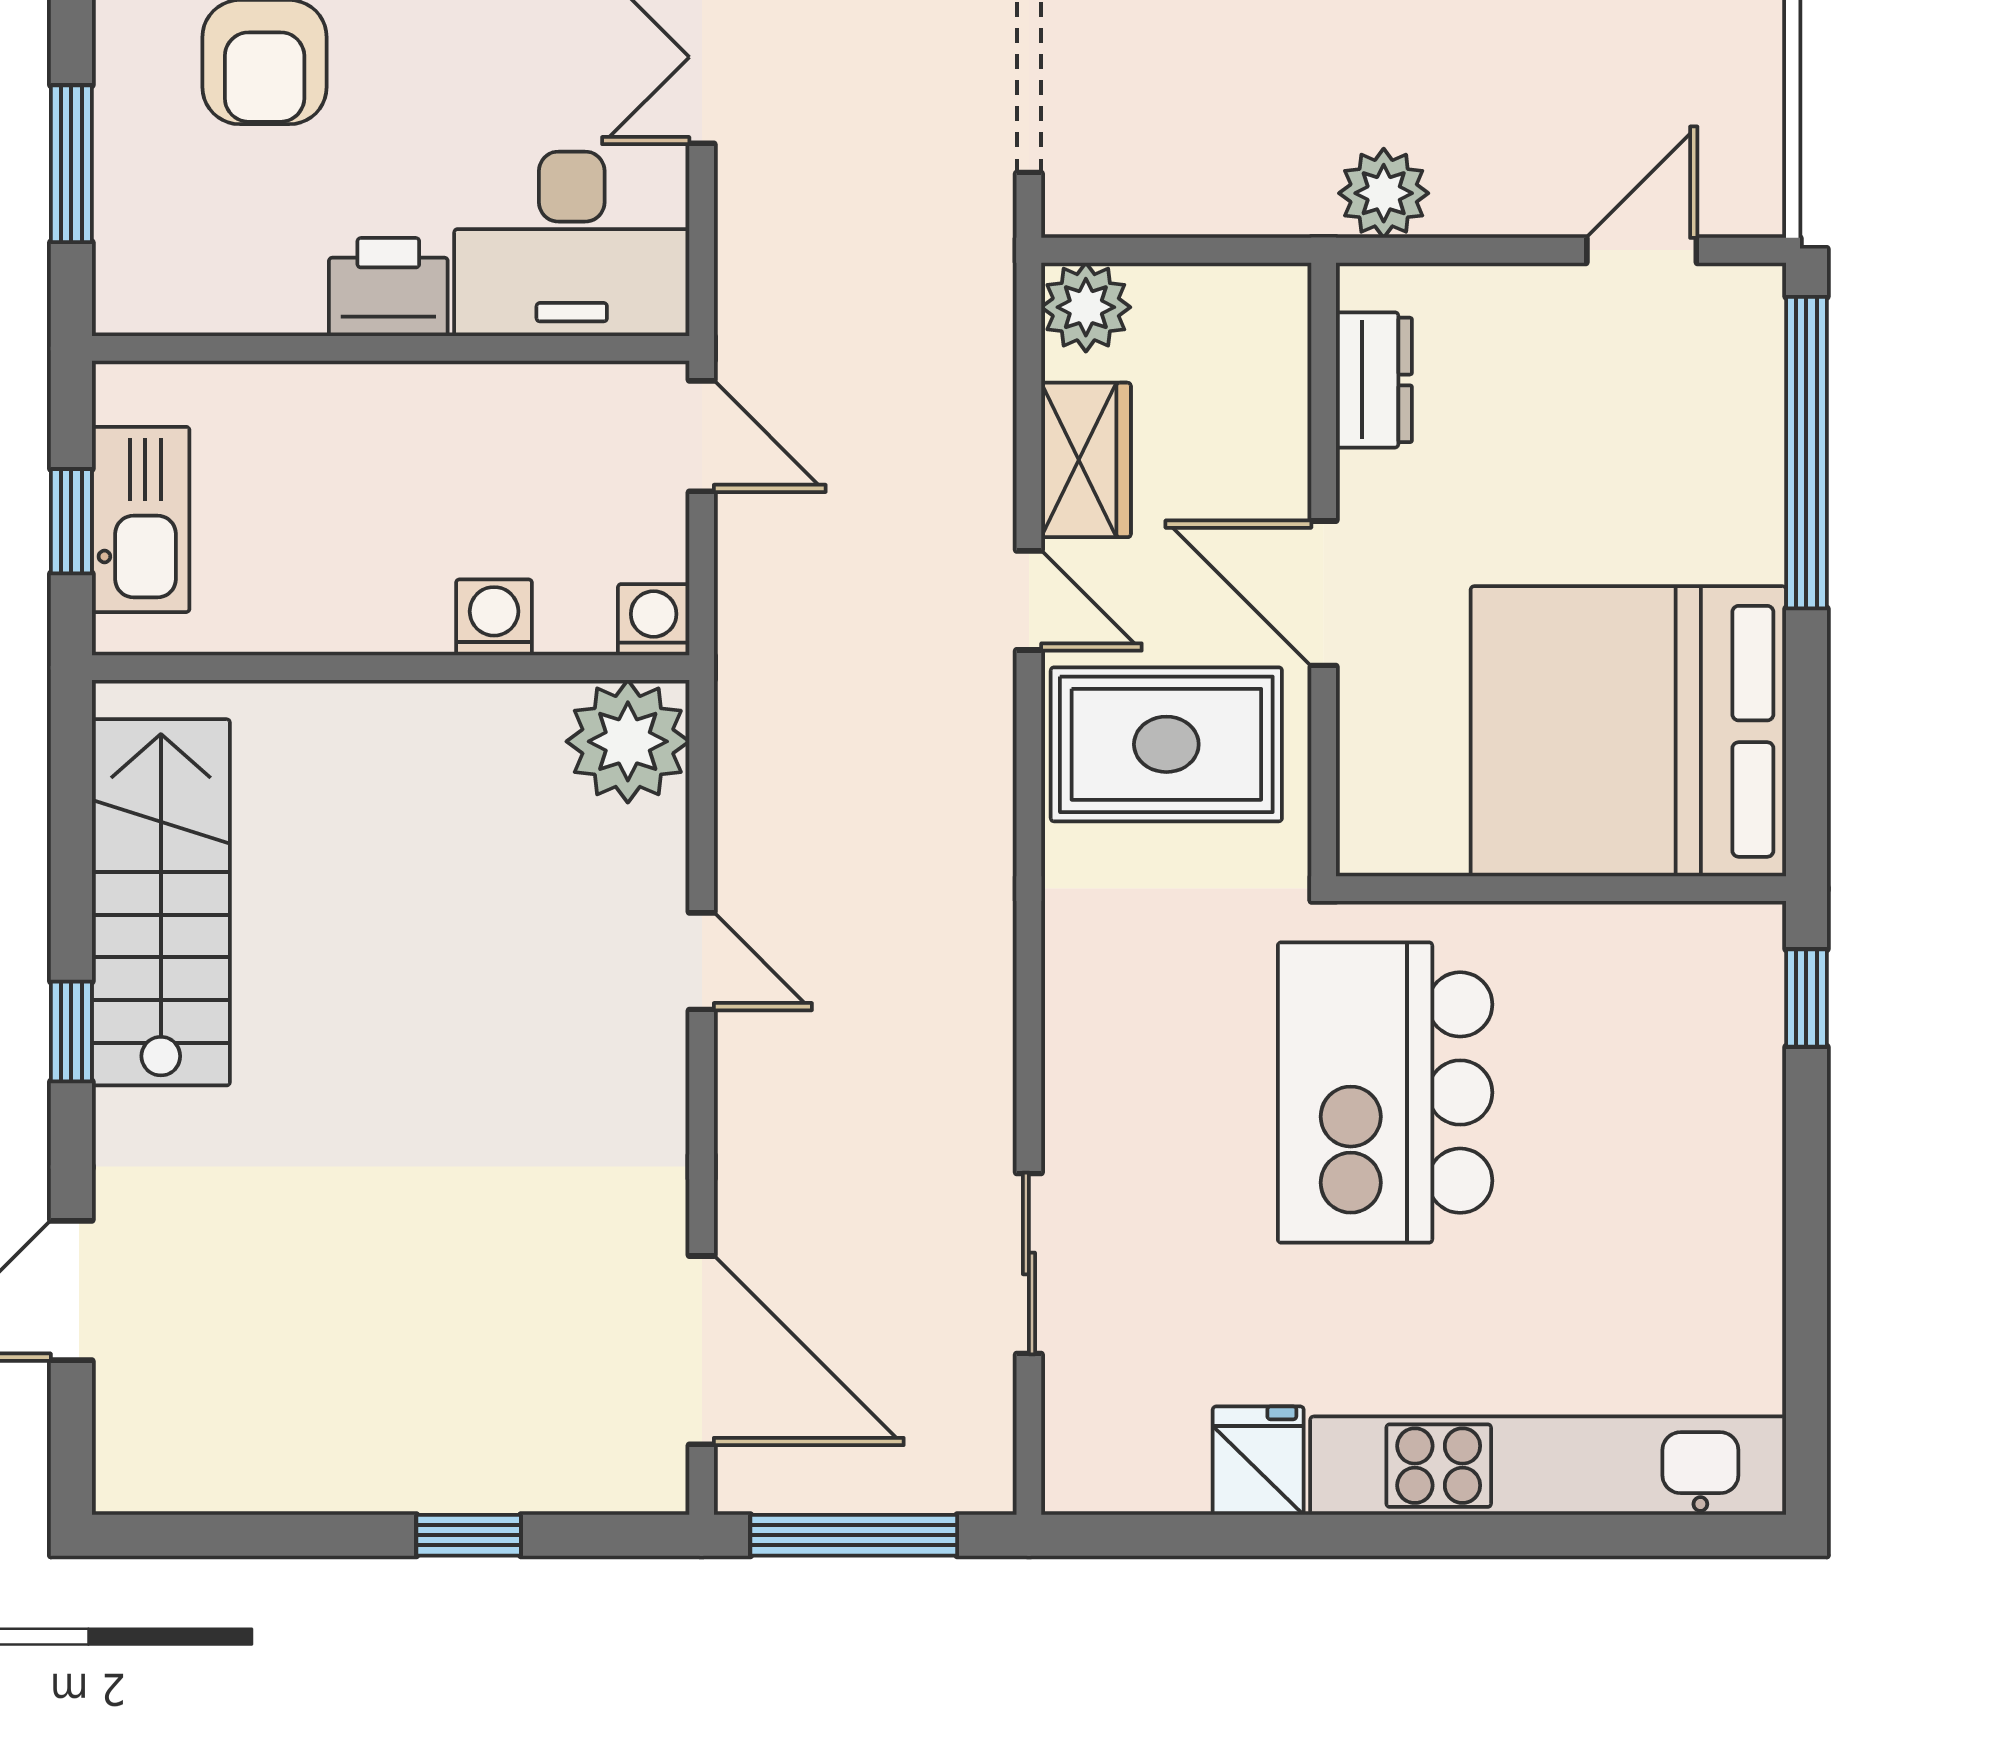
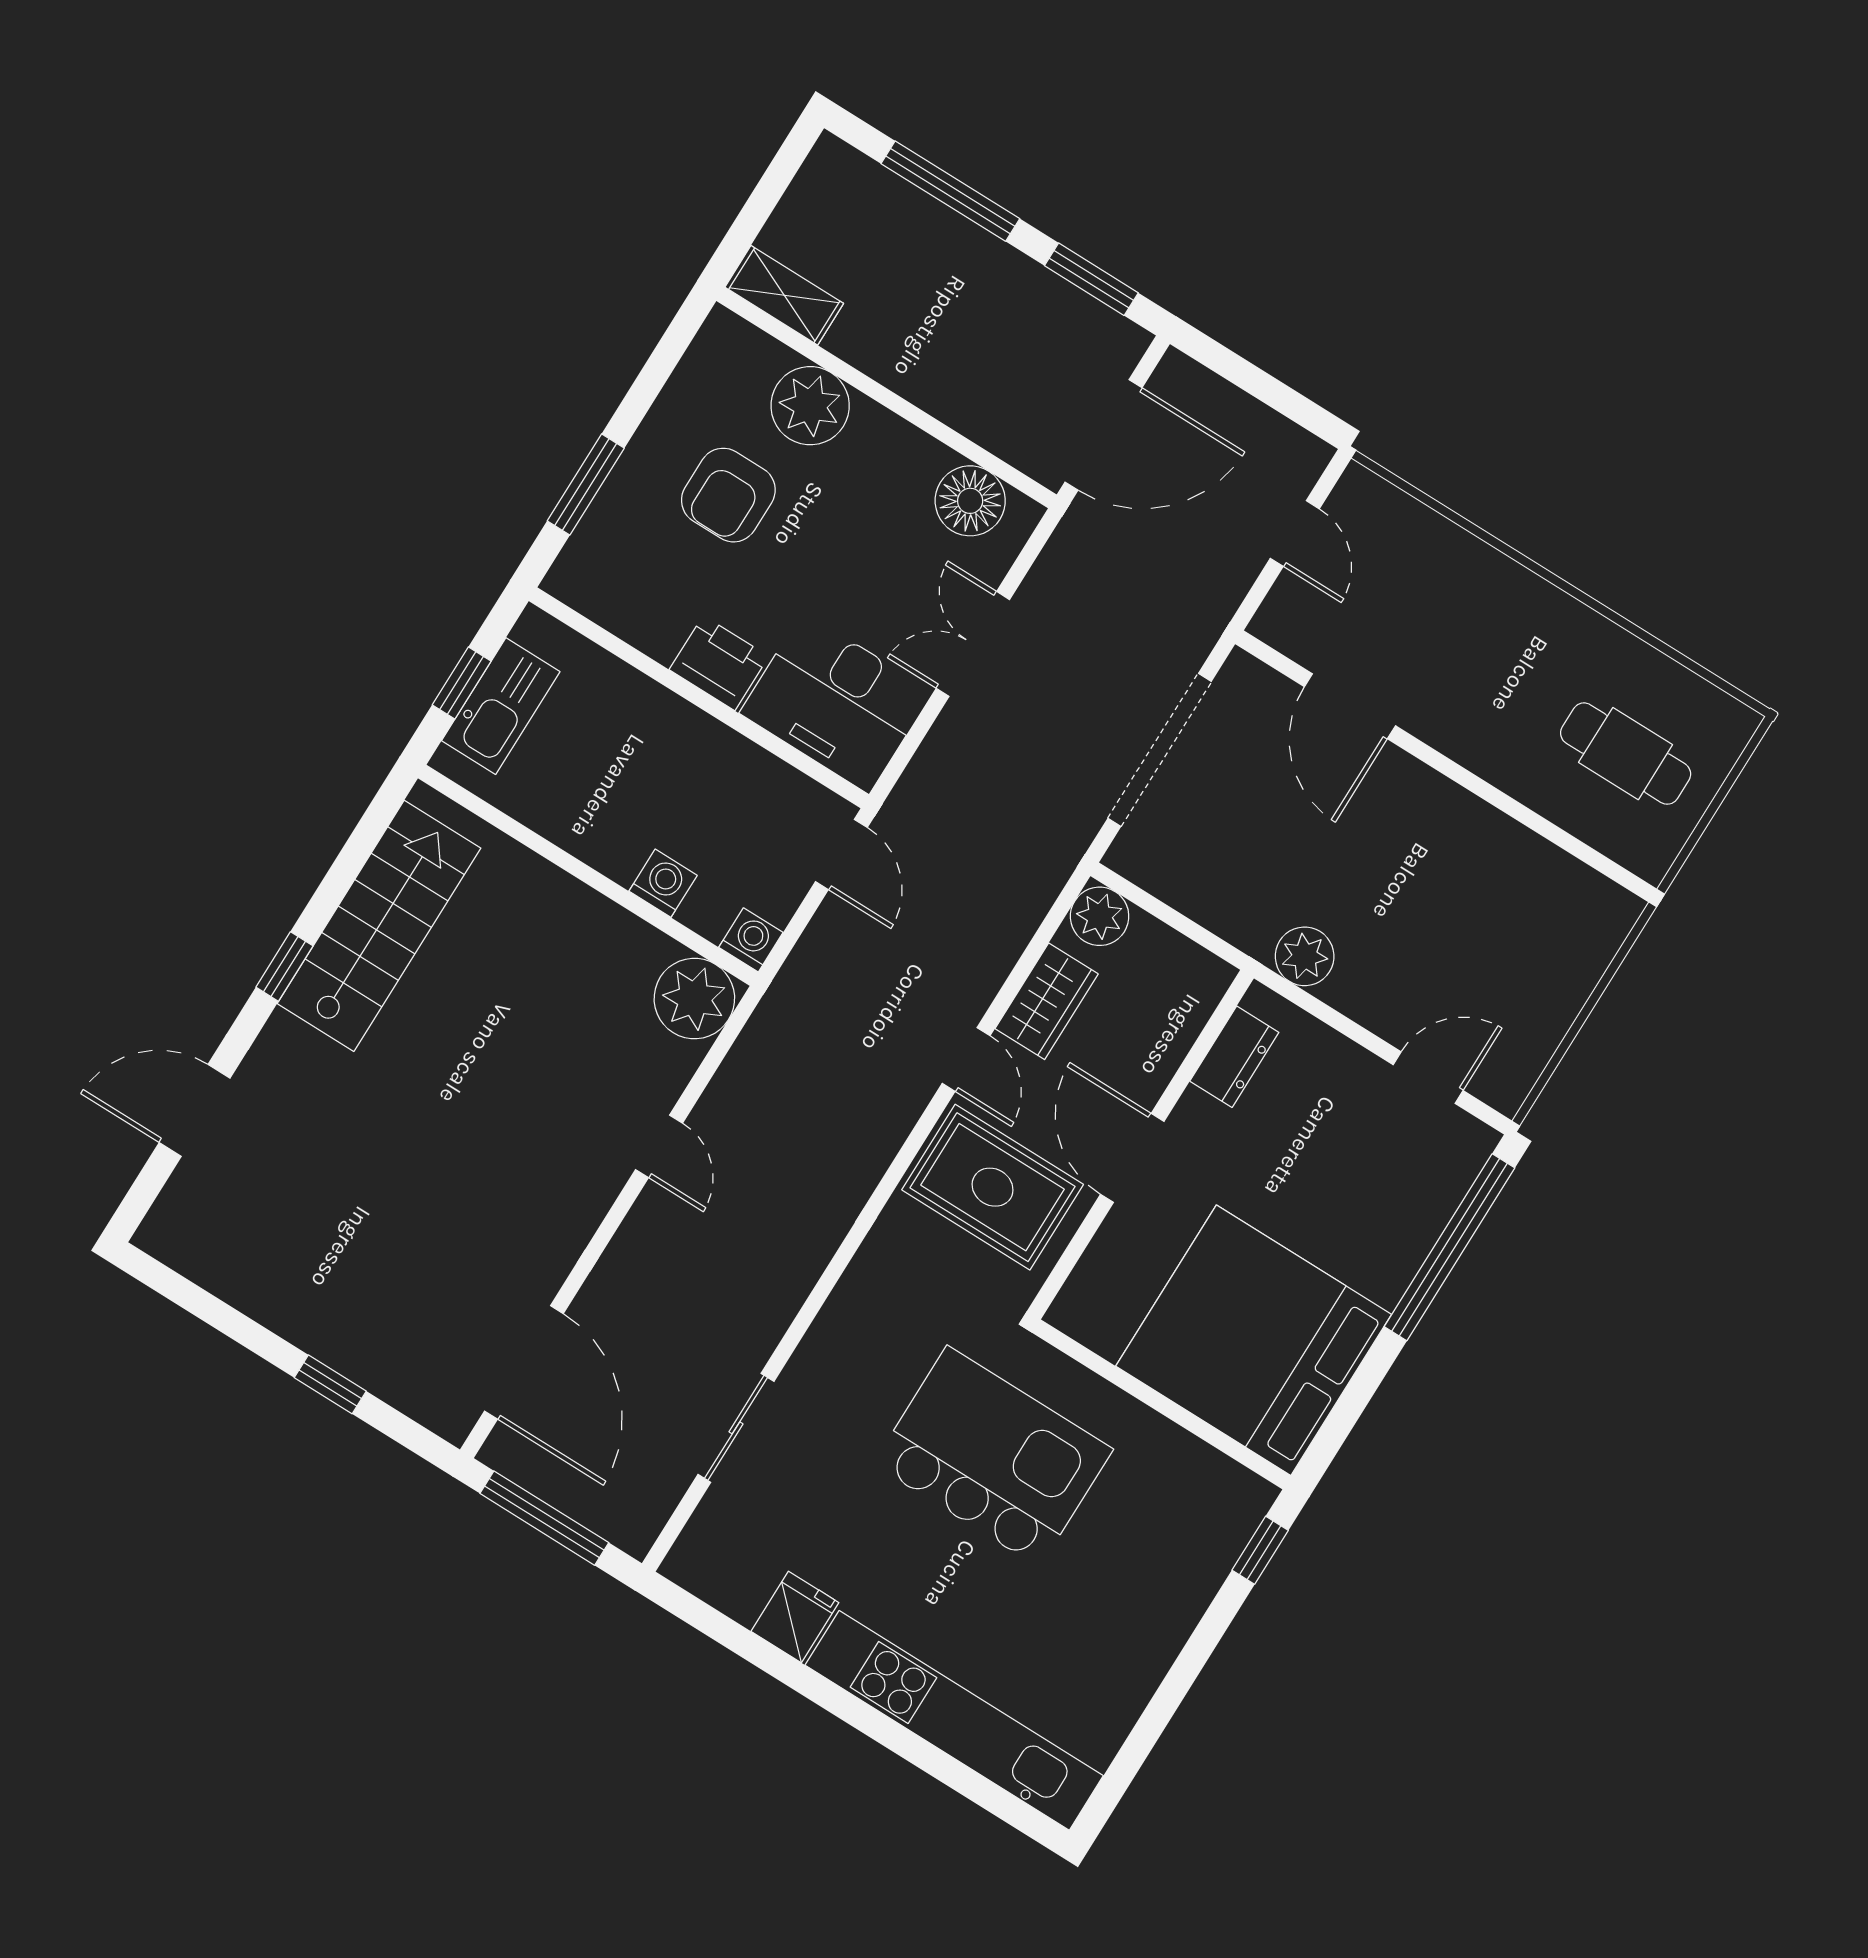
kitchen island: (1385, 1093) -> (993, 1456), turned 90

